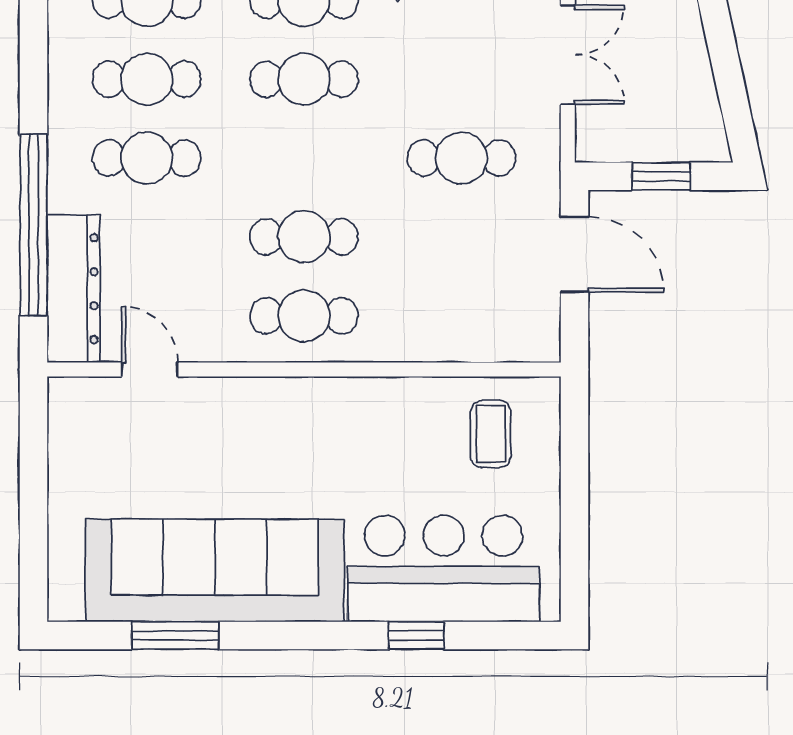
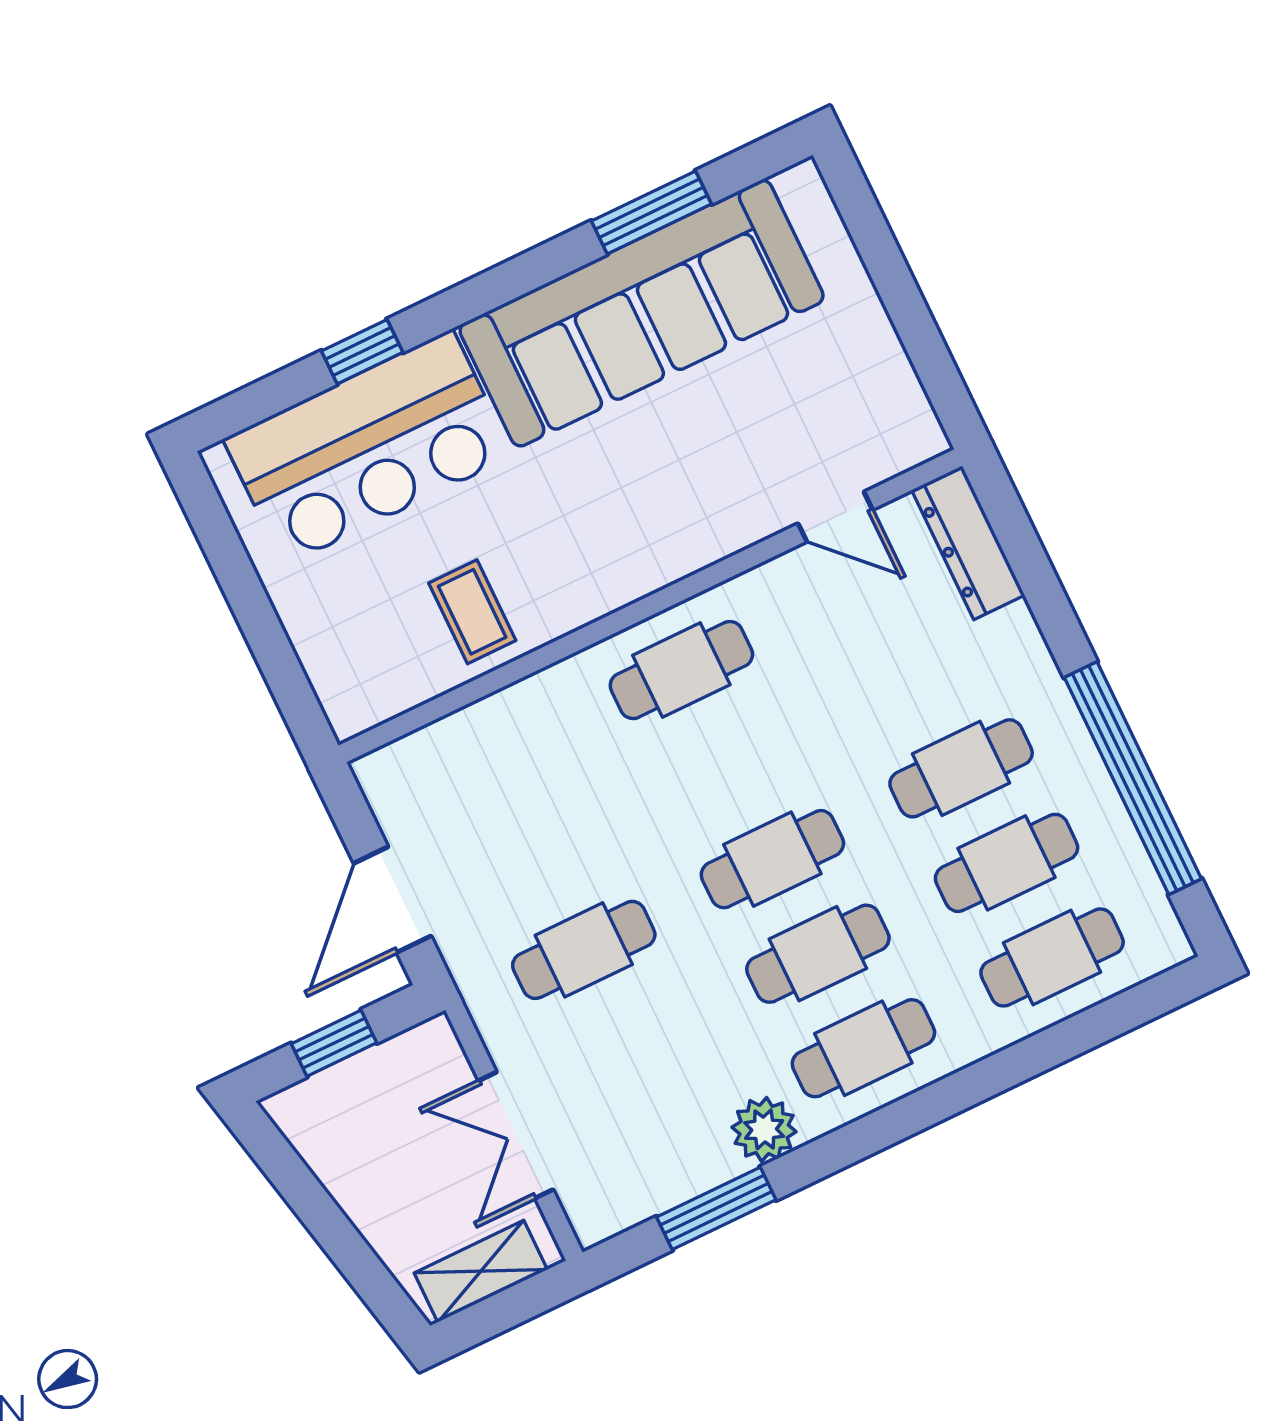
window: (33, 225) -> (1133, 778), moved
cafe table: (304, 237) -> (772, 859), moved
door: (575, 254) -> (392, 900), hinge flipped
dresser: (73, 289) -> (968, 543), width x0.73, depth x0.80
coffee table: (491, 434) -> (472, 612), moved

